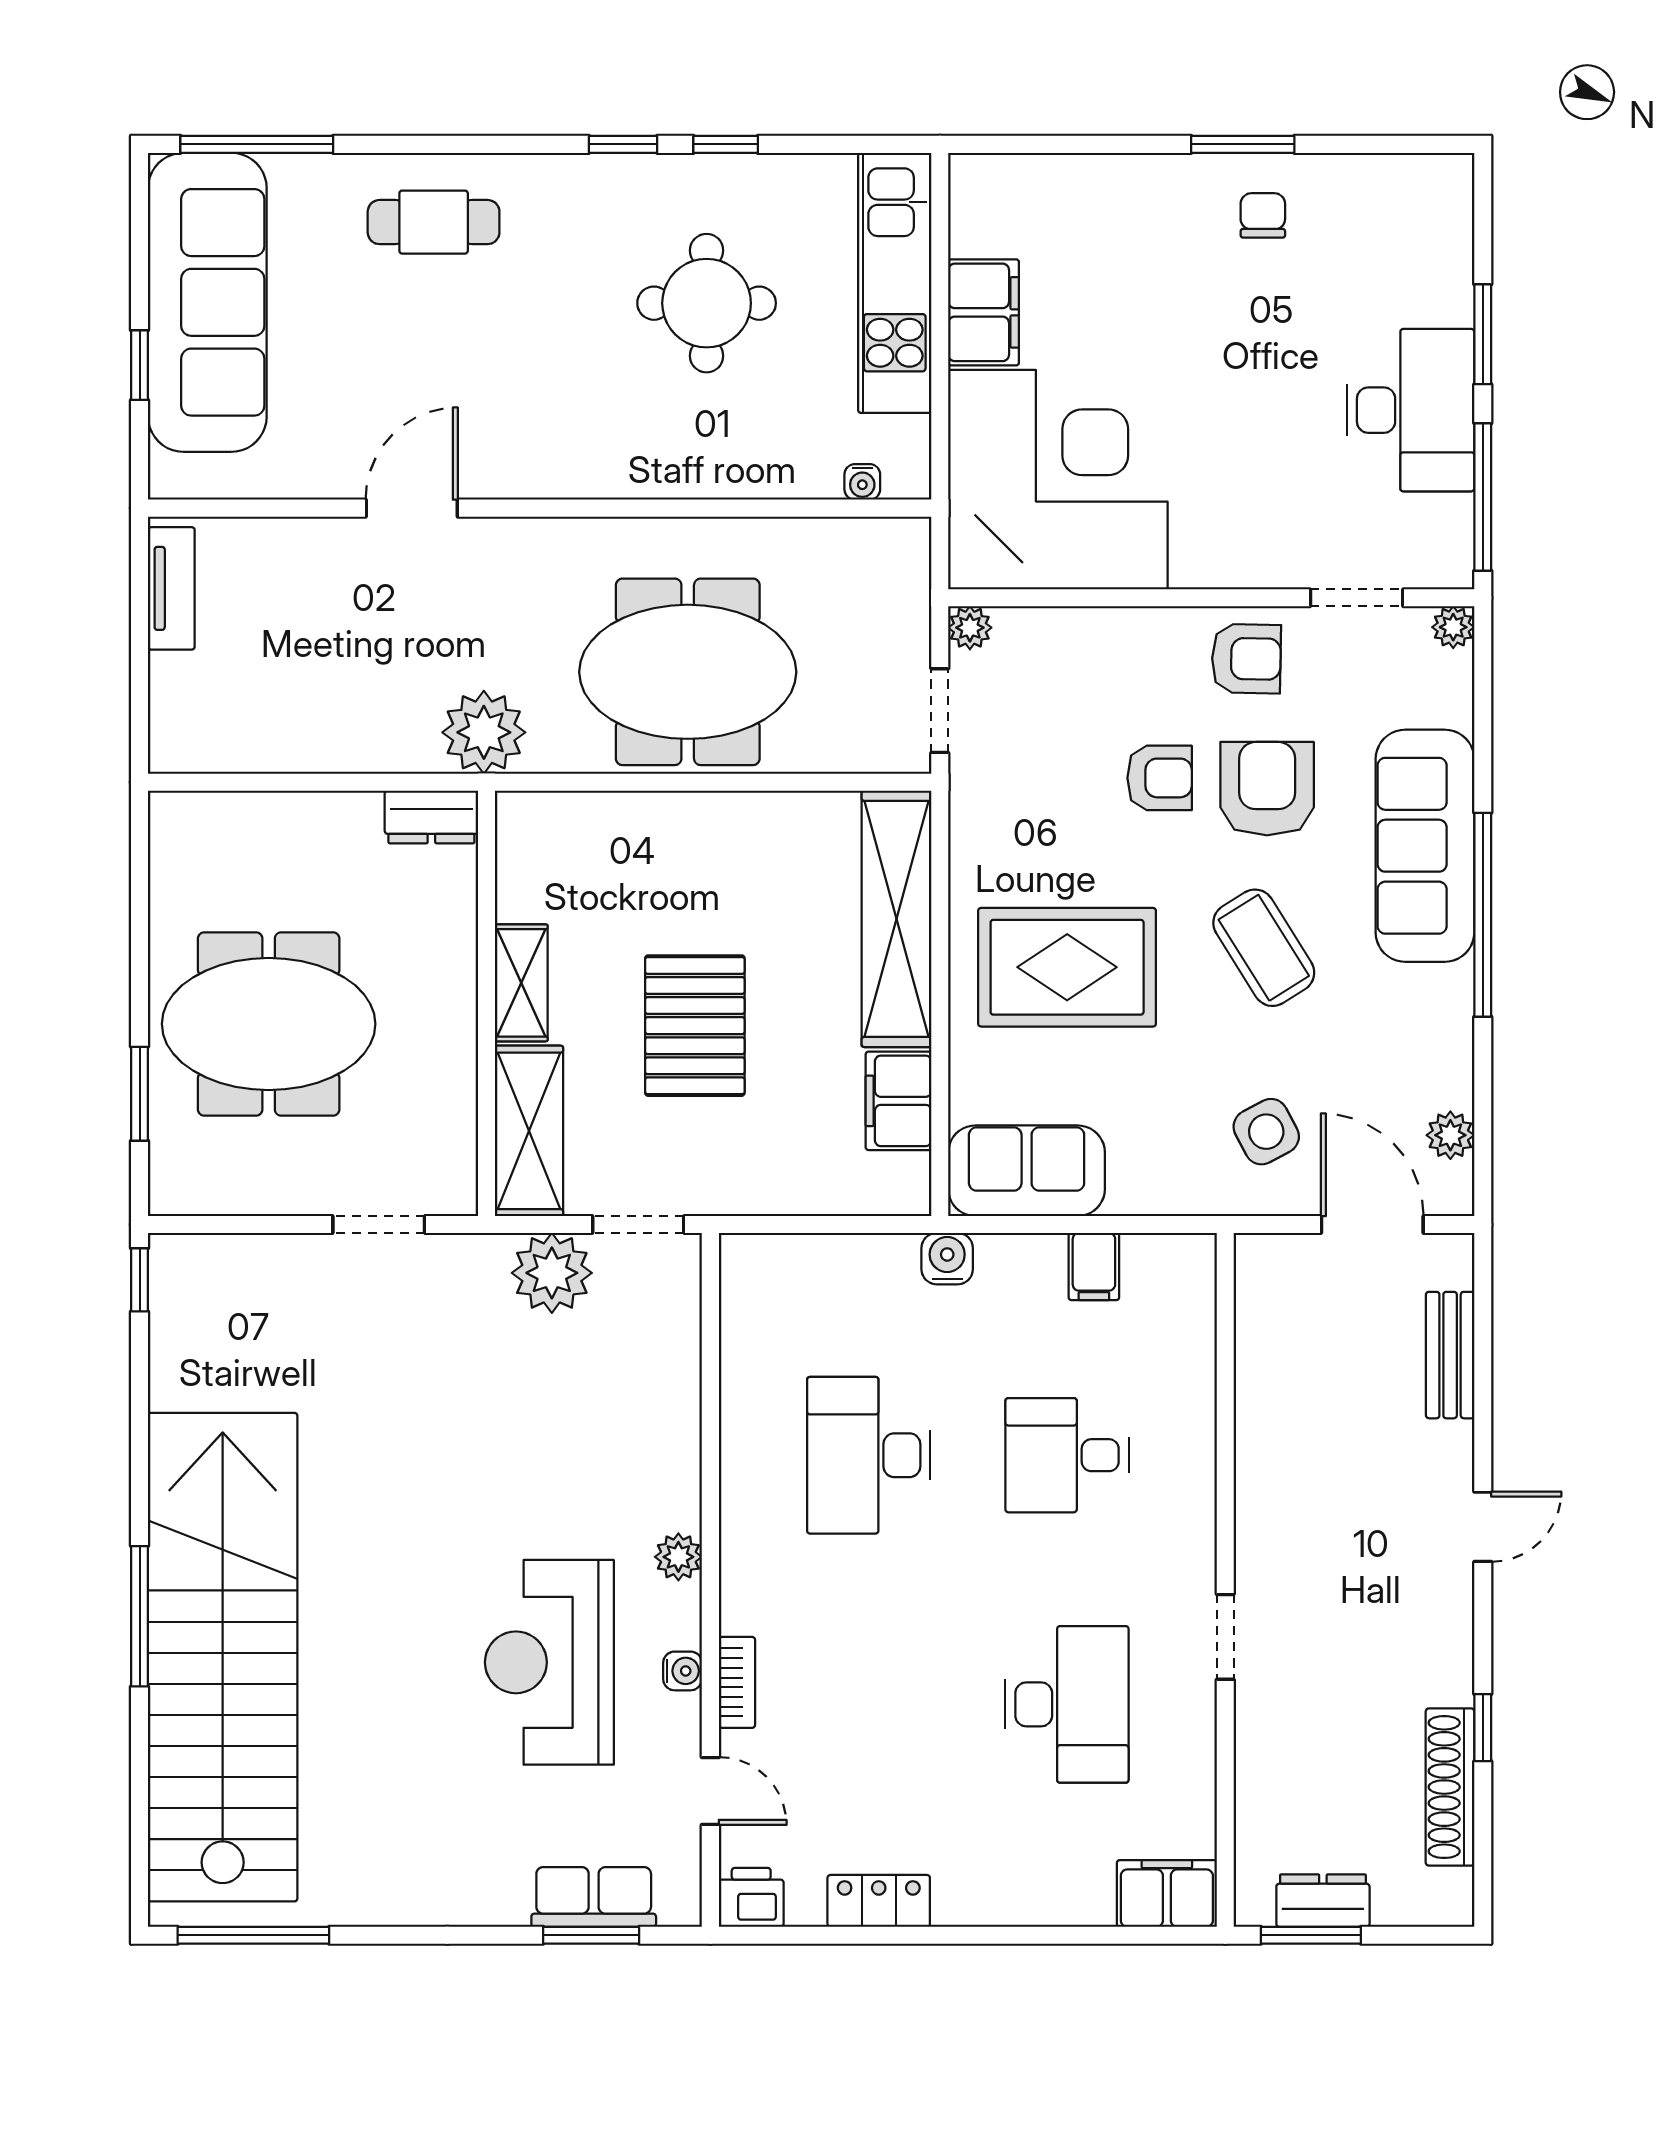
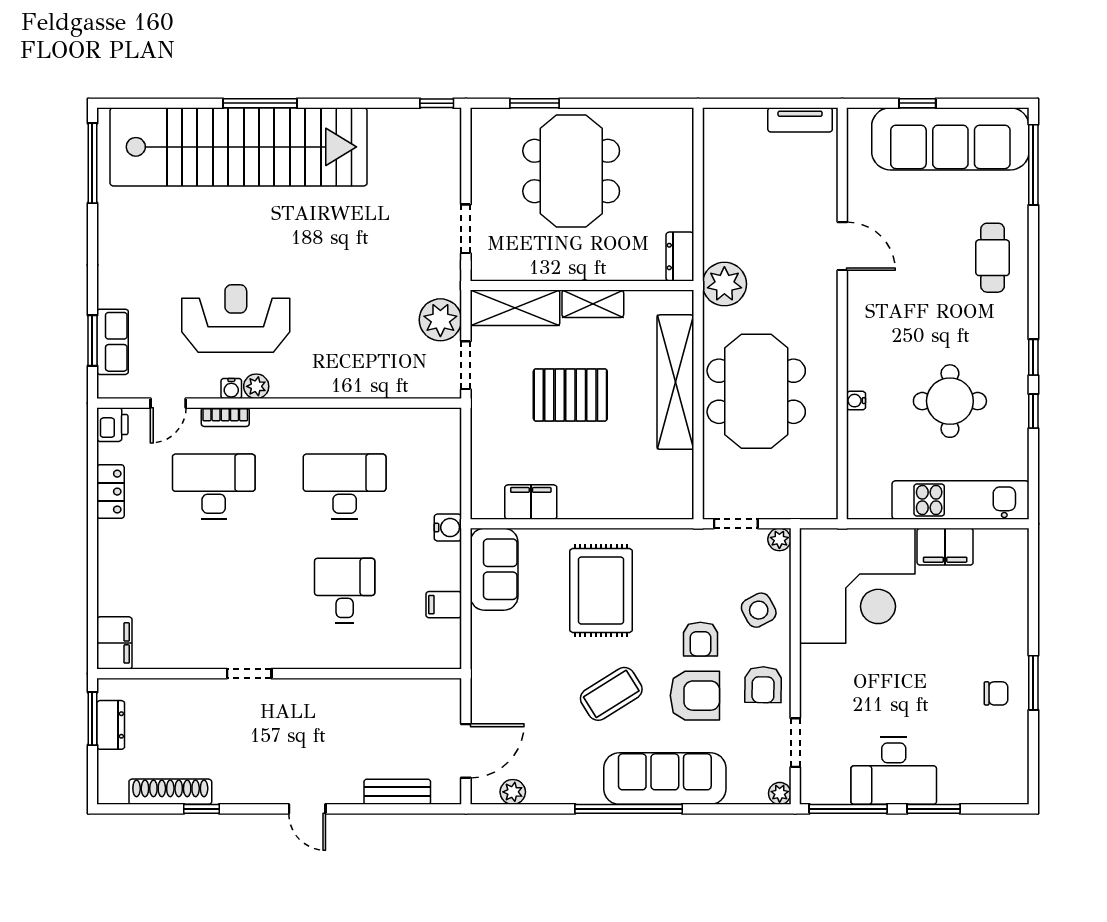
water cooler: (862, 482) -> (856, 401), moved
shelving: (896, 919) -> (675, 382), moved, turned 90
side table: (1266, 1132) -> (759, 610), moved
plant: (678, 1557) -> (256, 386), moved
desk: (1067, 1704) -> (214, 486), moved, turned 180

